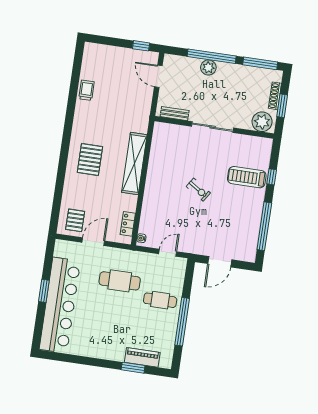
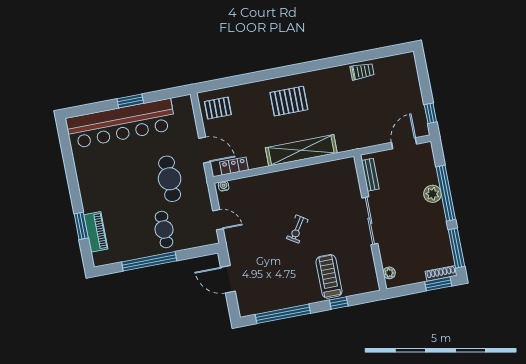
shoe rack: (275, 96) -> (441, 273), moved
window: (282, 106) -> (438, 284), moved
plant: (262, 122) -> (389, 273), width x0.53, depth x0.53
door: (93, 242) -> (205, 150), moved

